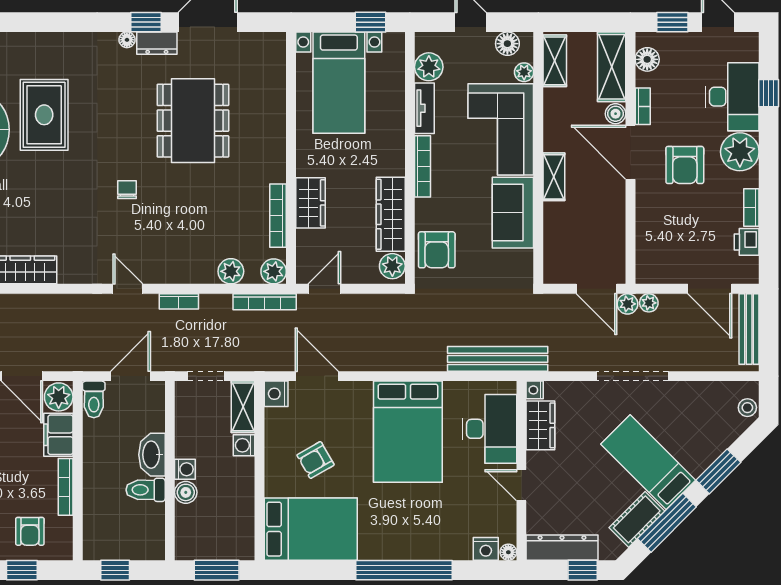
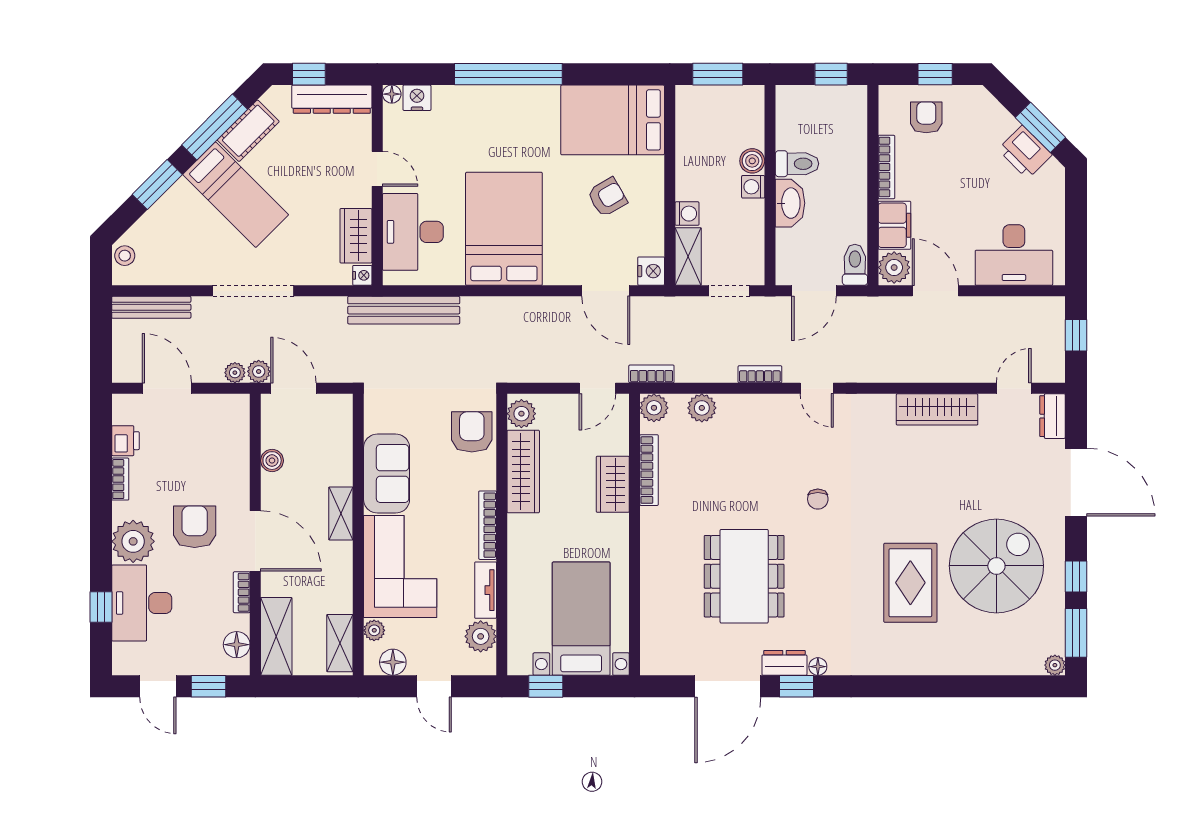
boiler: (616, 114) -> (272, 461), moved
bookcase: (265, 302) -> (651, 374), width x0.64
bench: (749, 329) -> (151, 307), moved, turned 90

